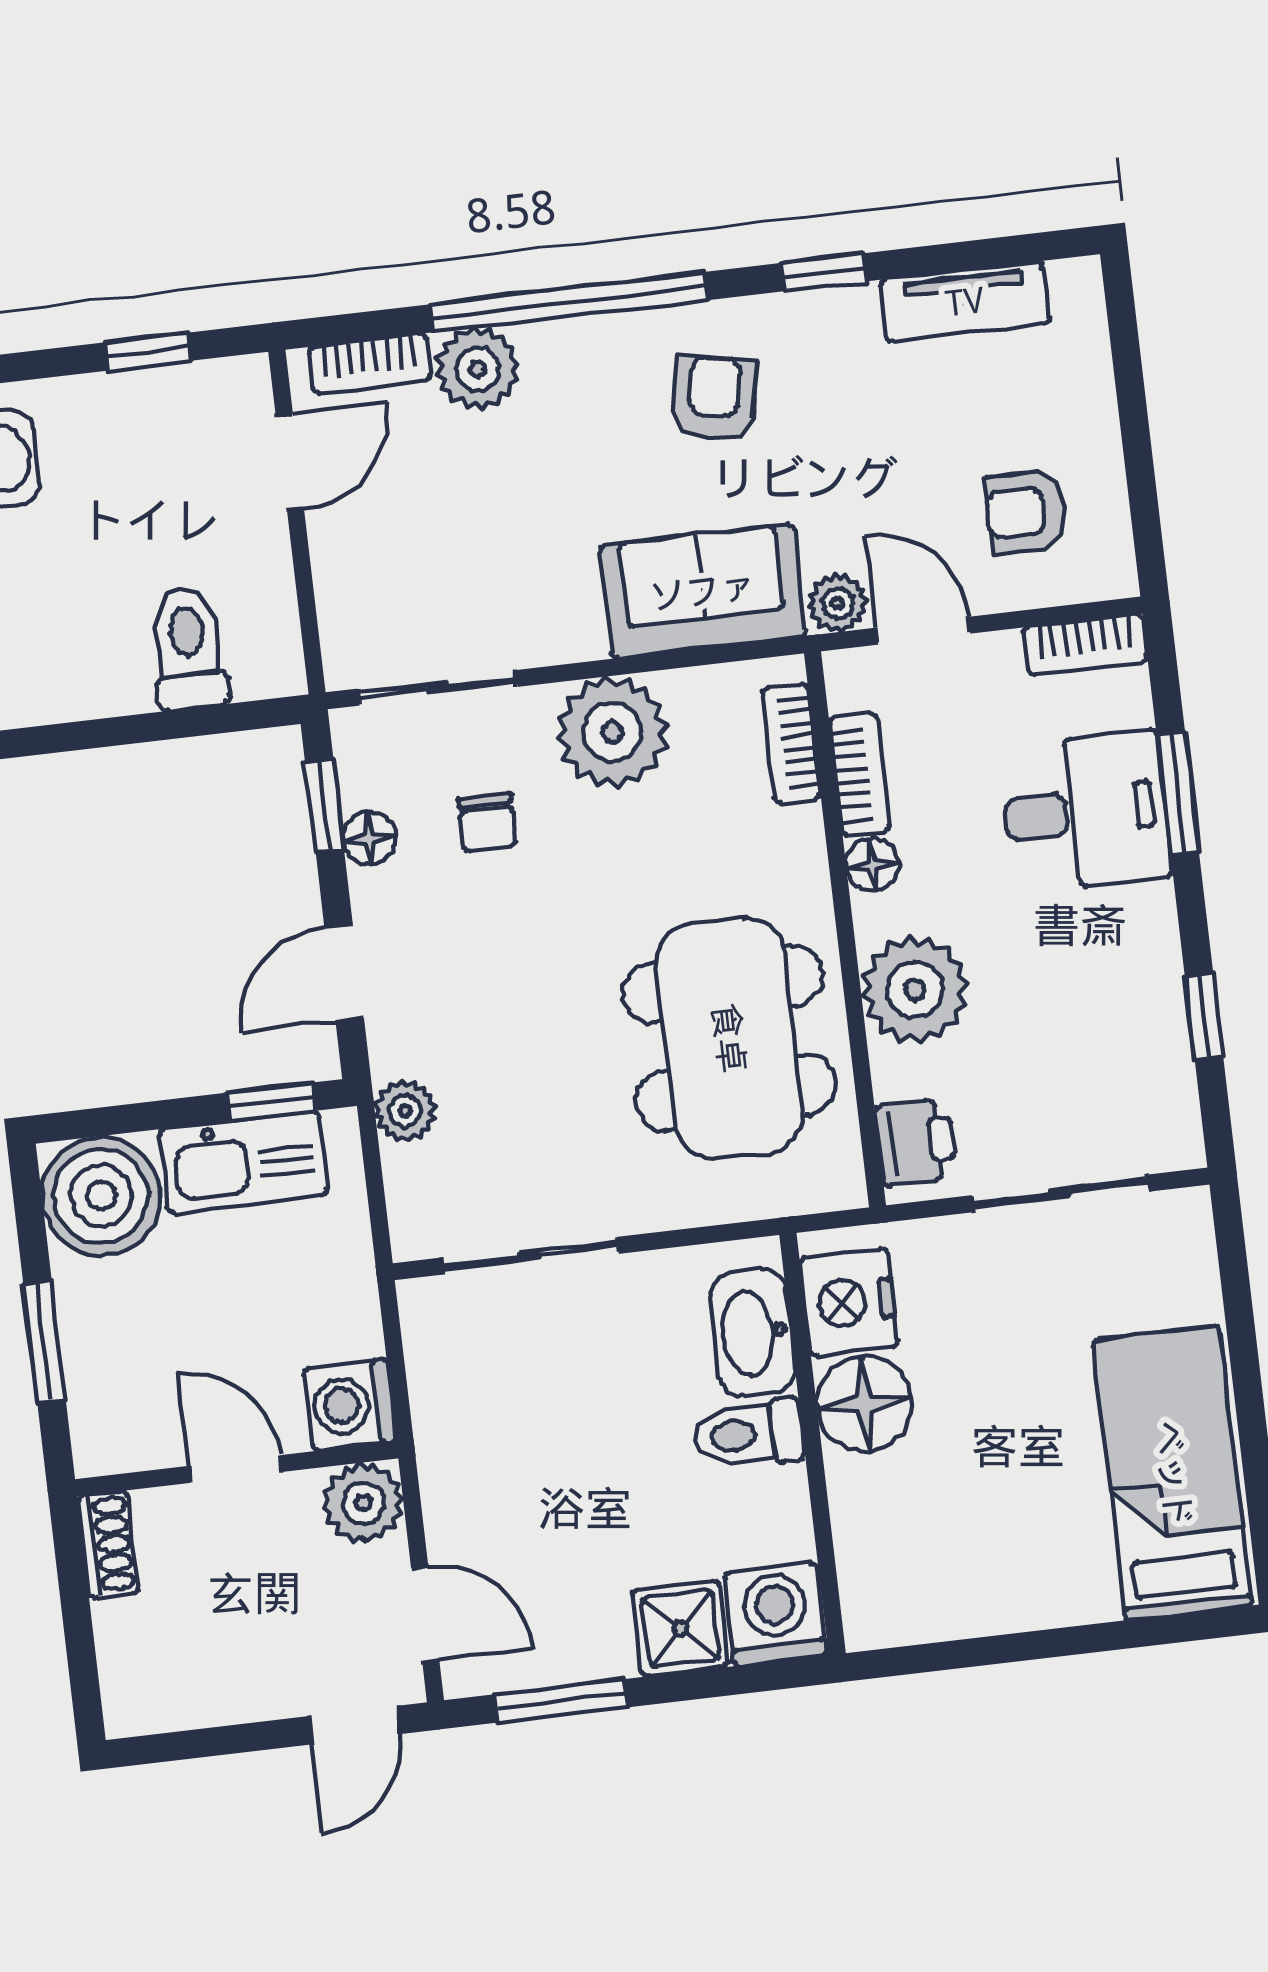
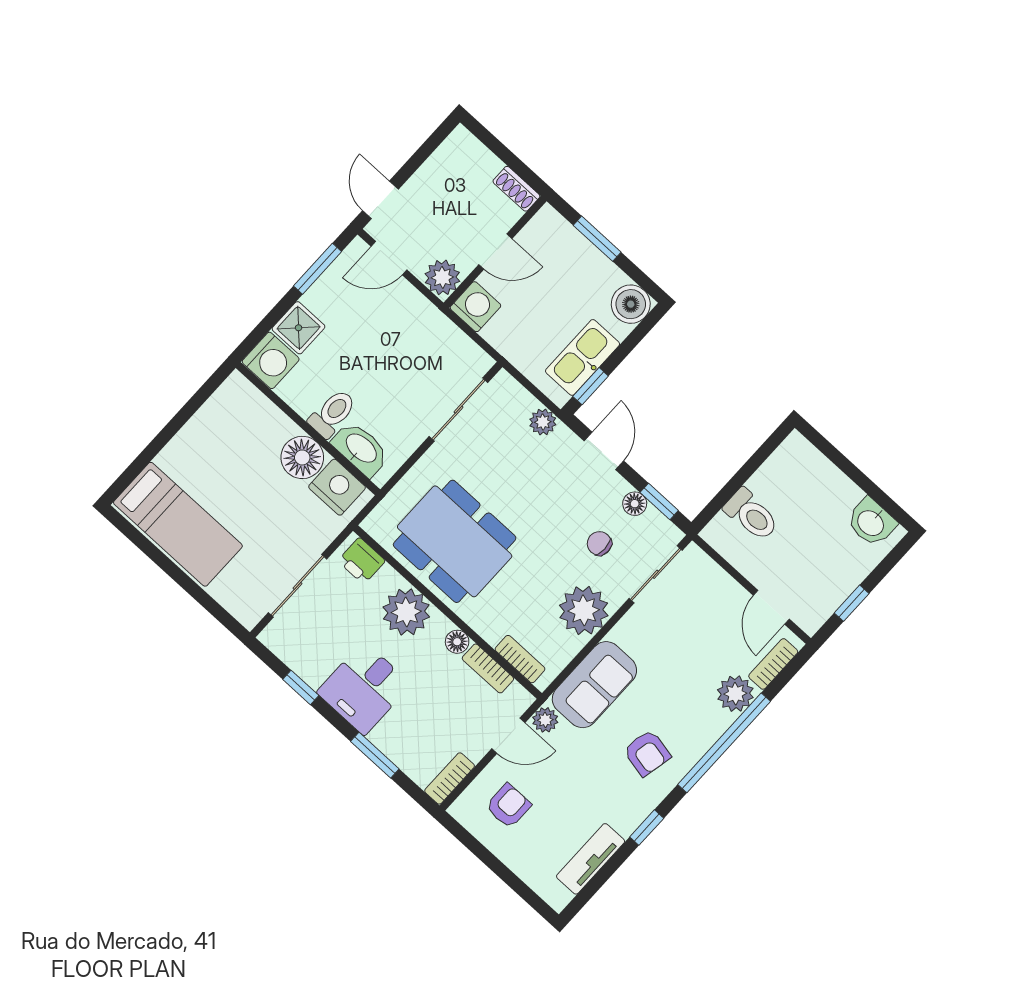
desk: (1085, 811) -> (364, 688), moved
boiler: (101, 1195) -> (631, 304), width x0.73, depth x0.73

